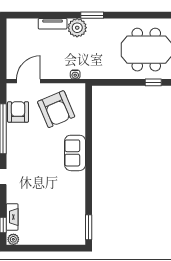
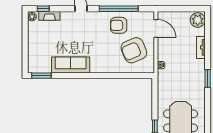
plant: (77, 28) -> (198, 20), moved
armchair: (18, 112) -> (119, 25), moved, turned 180
sofa: (75, 153) -> (71, 65), moved, width x1.36

